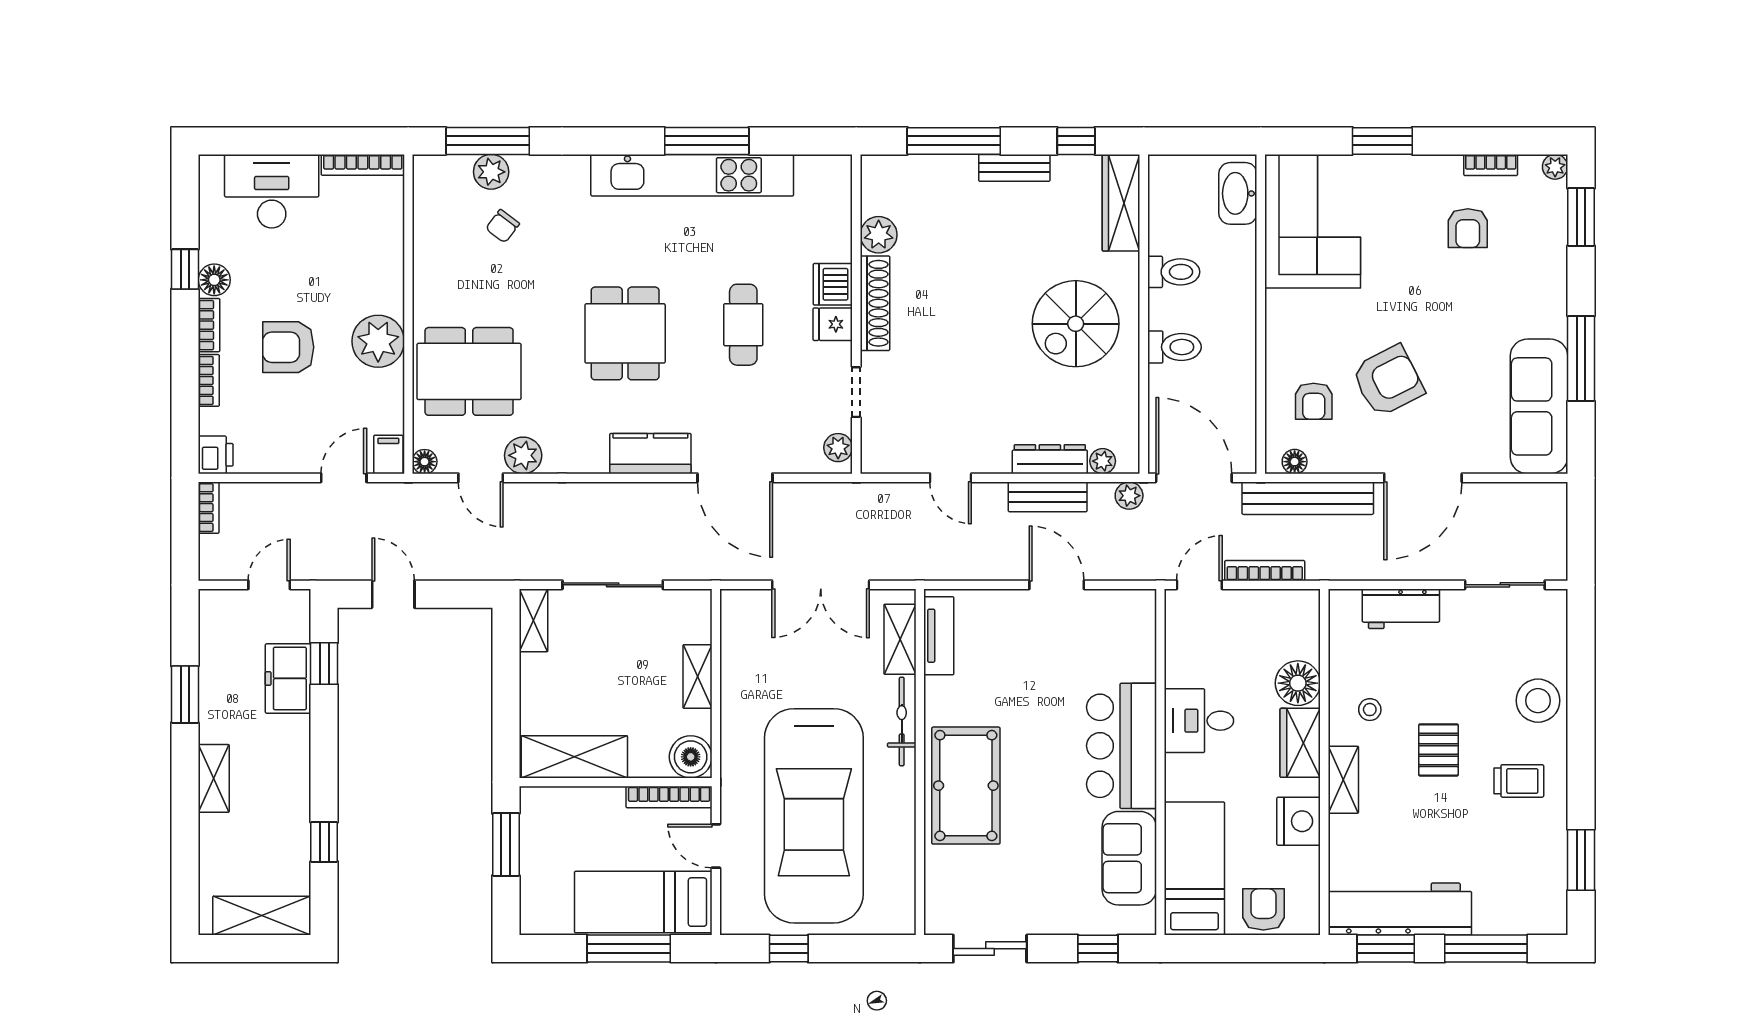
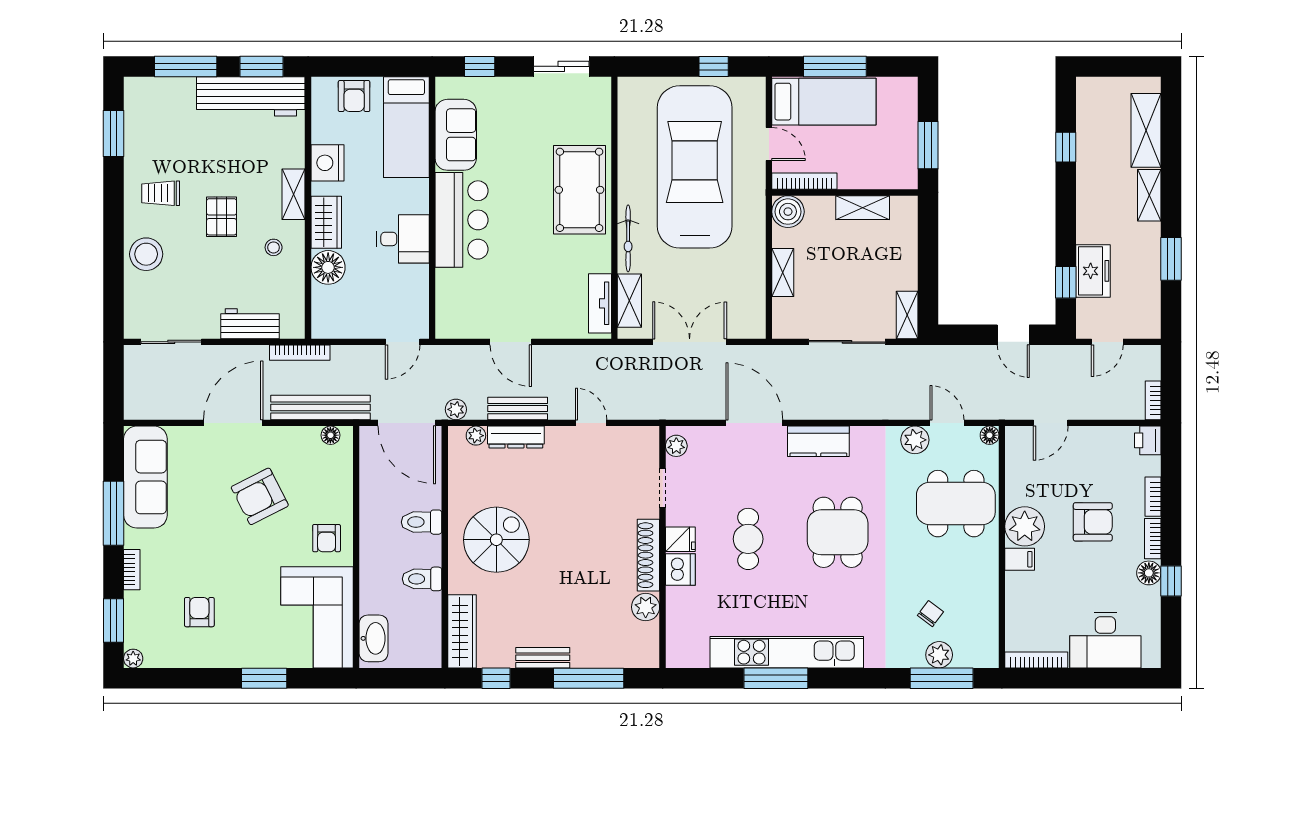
bookcase: (1491, 165) -> (132, 570), moved, turned 90
armchair: (1314, 401) -> (327, 538), moved, turned 180
filing cabinet: (388, 454) -> (1020, 559), moved, turned -90
bookcase: (1265, 571) -> (300, 353), moved
shelving: (574, 757) -> (863, 208), width x0.67, depth x0.75
shelving: (262, 916) -> (1146, 130), moved, turned 90

